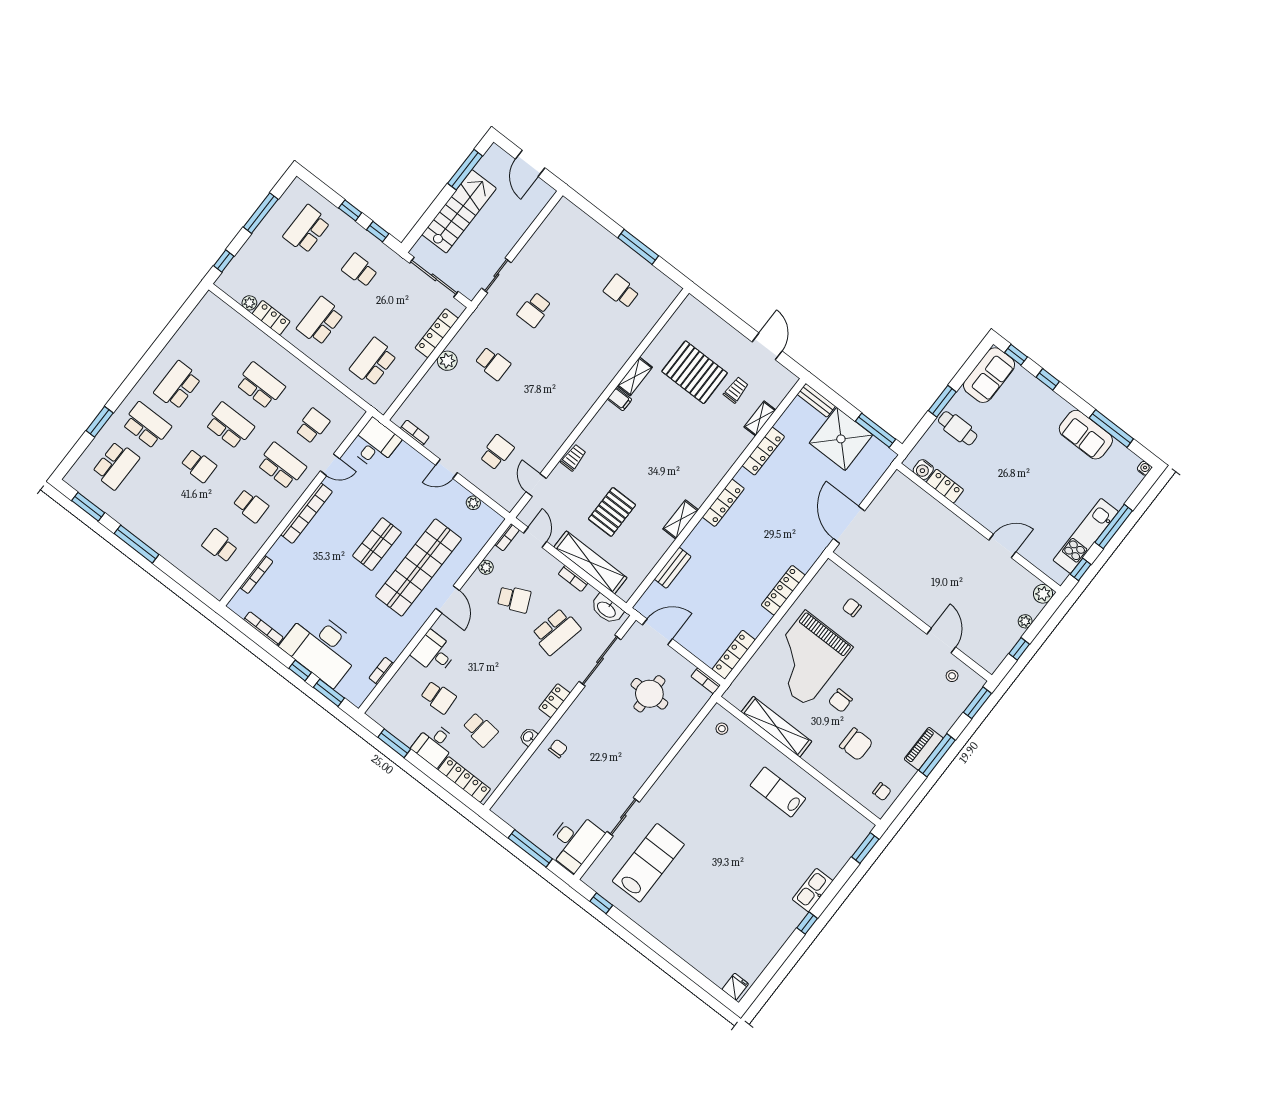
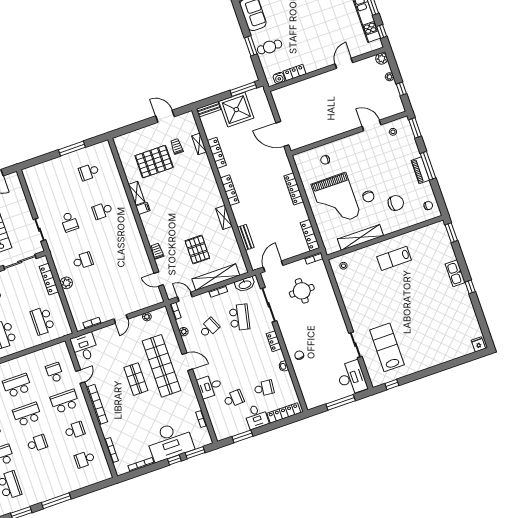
school desk: (497, 452) -> (102, 211), moved, turned -90

